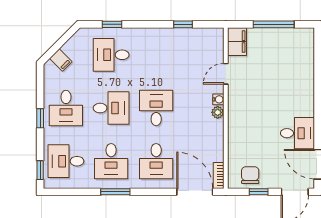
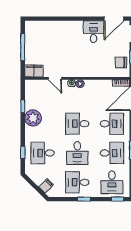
plant: (165, 40) -> (33, 118), added
desk: (111, 55) -> (43, 153), turned 90
desk: (66, 108) -> (77, 182), turned 180
desk: (111, 108) -> (77, 153), turned 180

